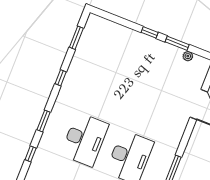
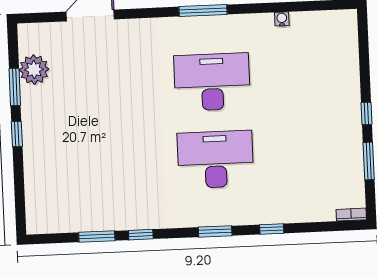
window: (76, 38) -> (97, 237), moved
plant: (188, 56) -> (34, 70), width x1.87, depth x1.87

